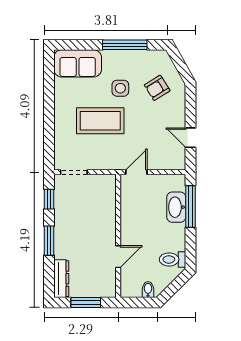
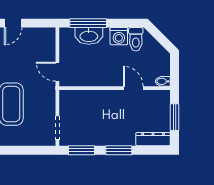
door: (190, 138) -> (13, 23), moved
window: (49, 199) -> (82, 150), width x1.50
washing machine: (176, 241) -> (119, 36), added
bidet: (148, 290) -> (163, 81), moved

